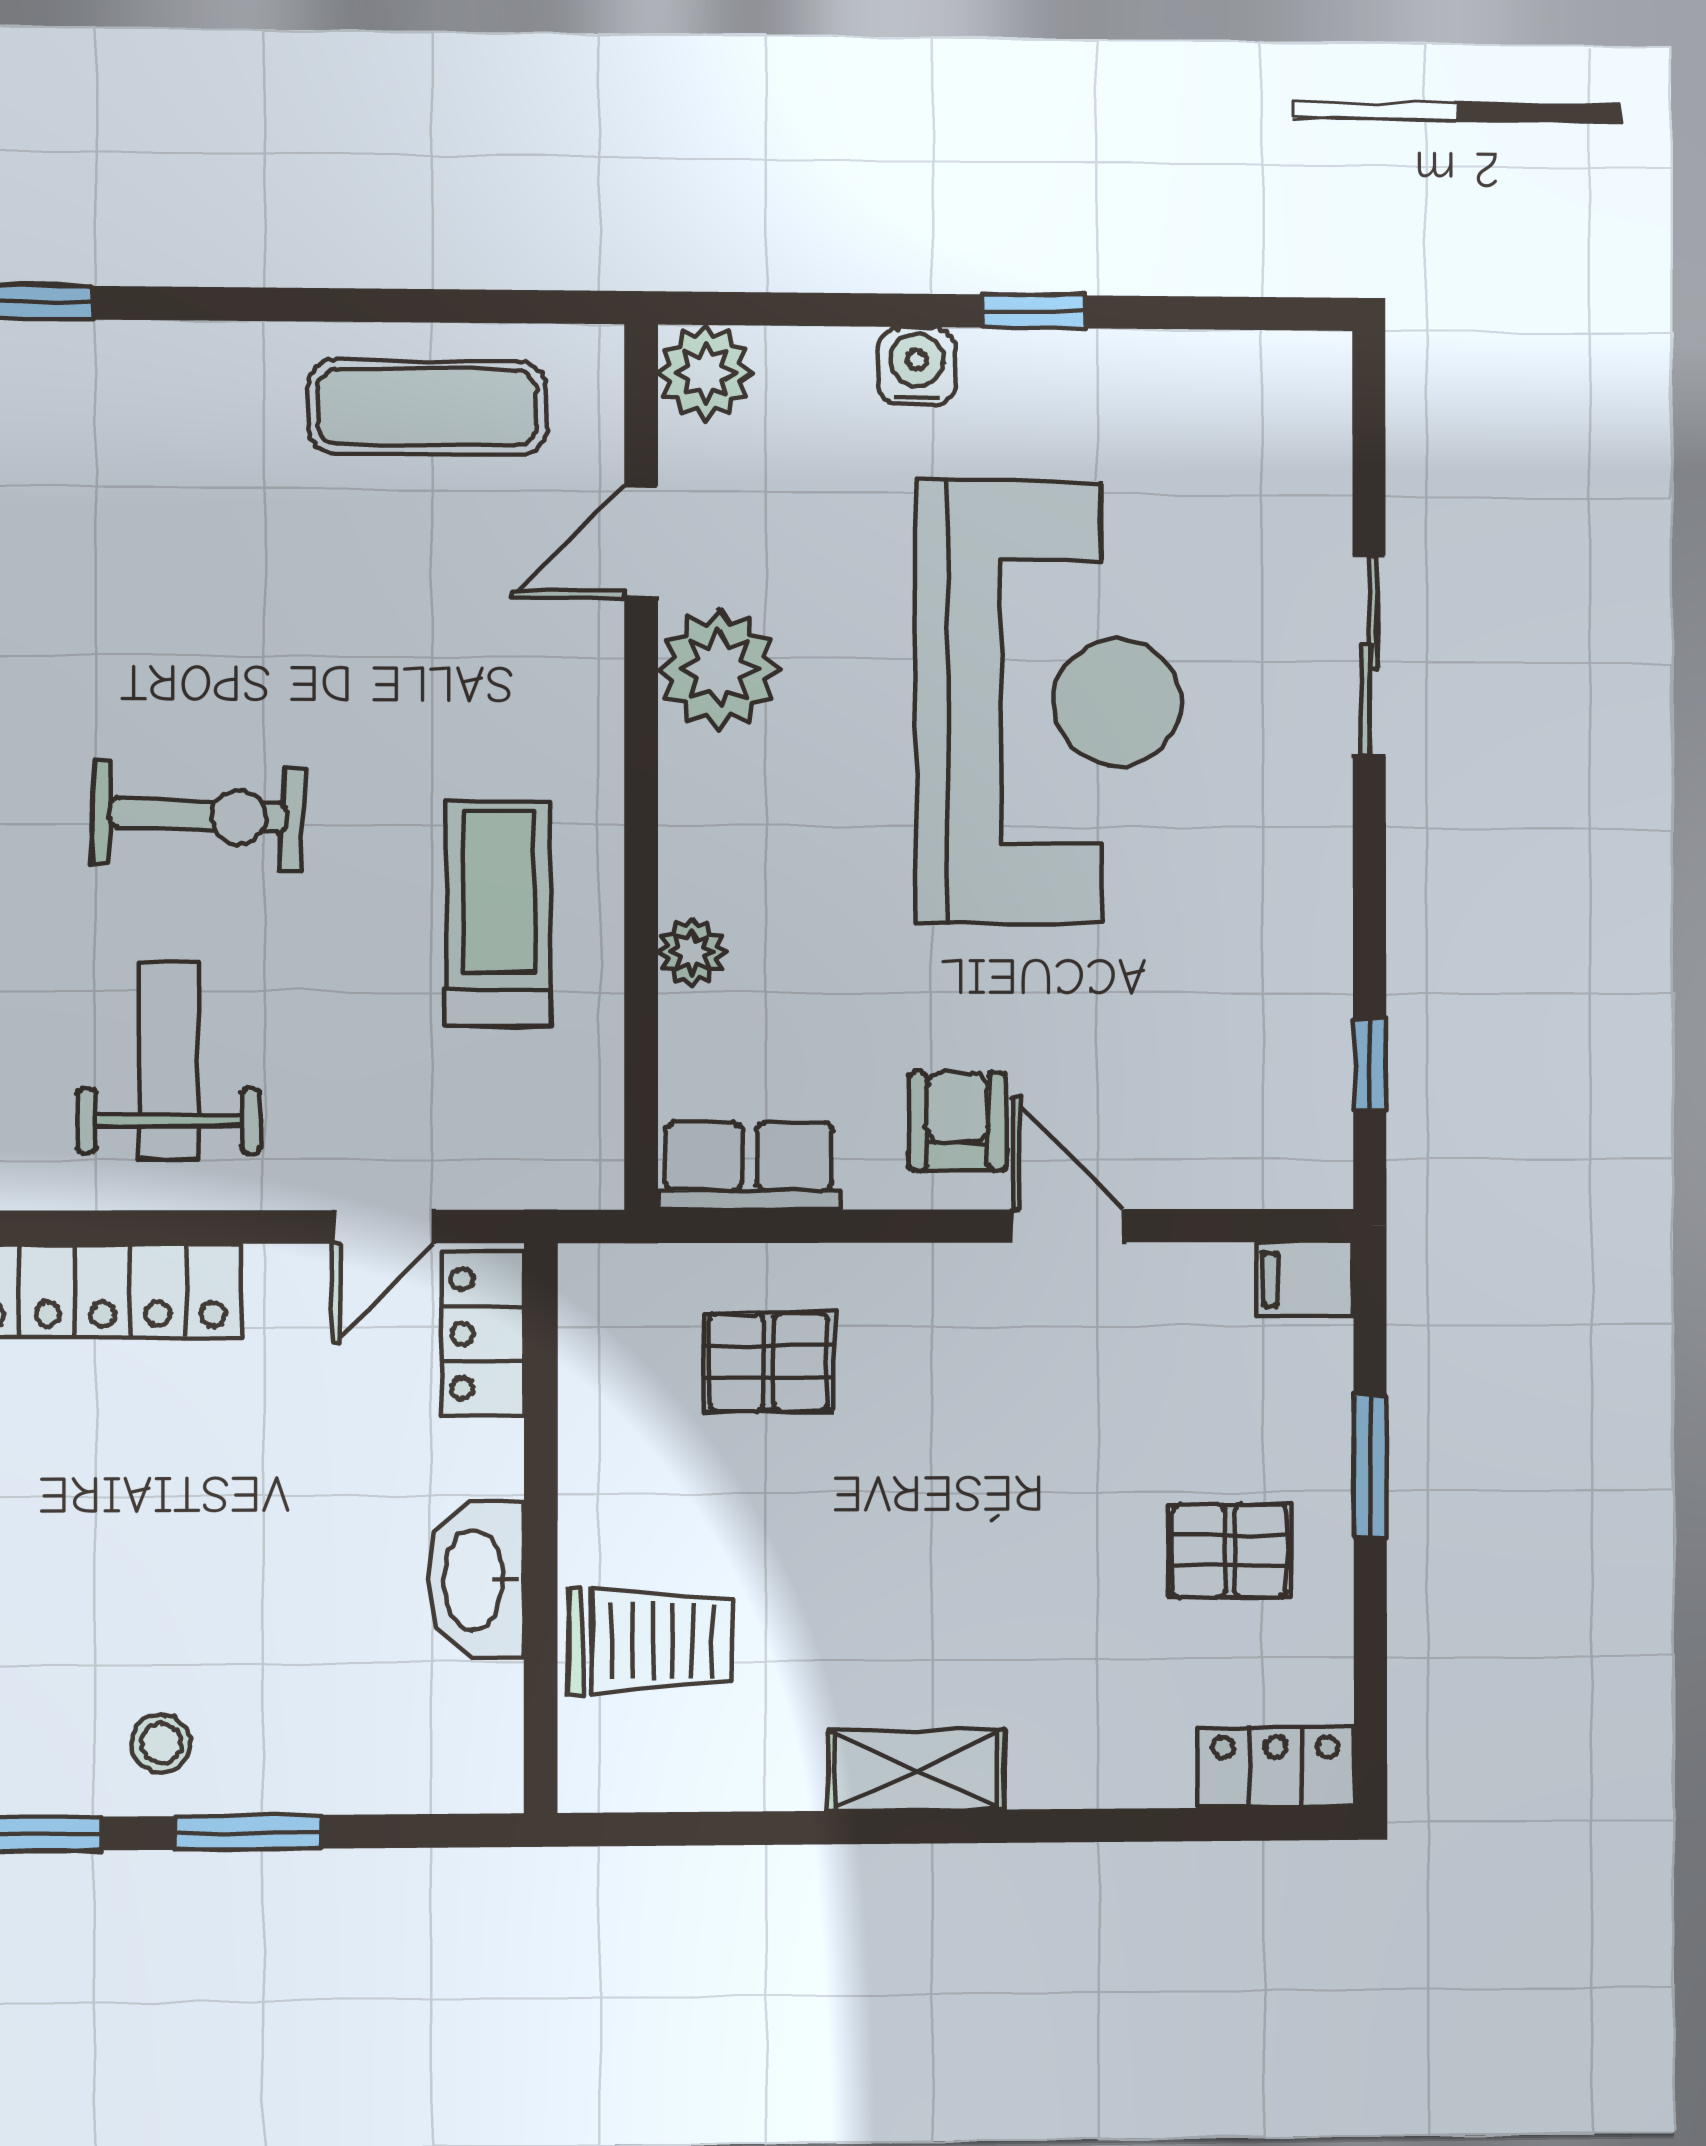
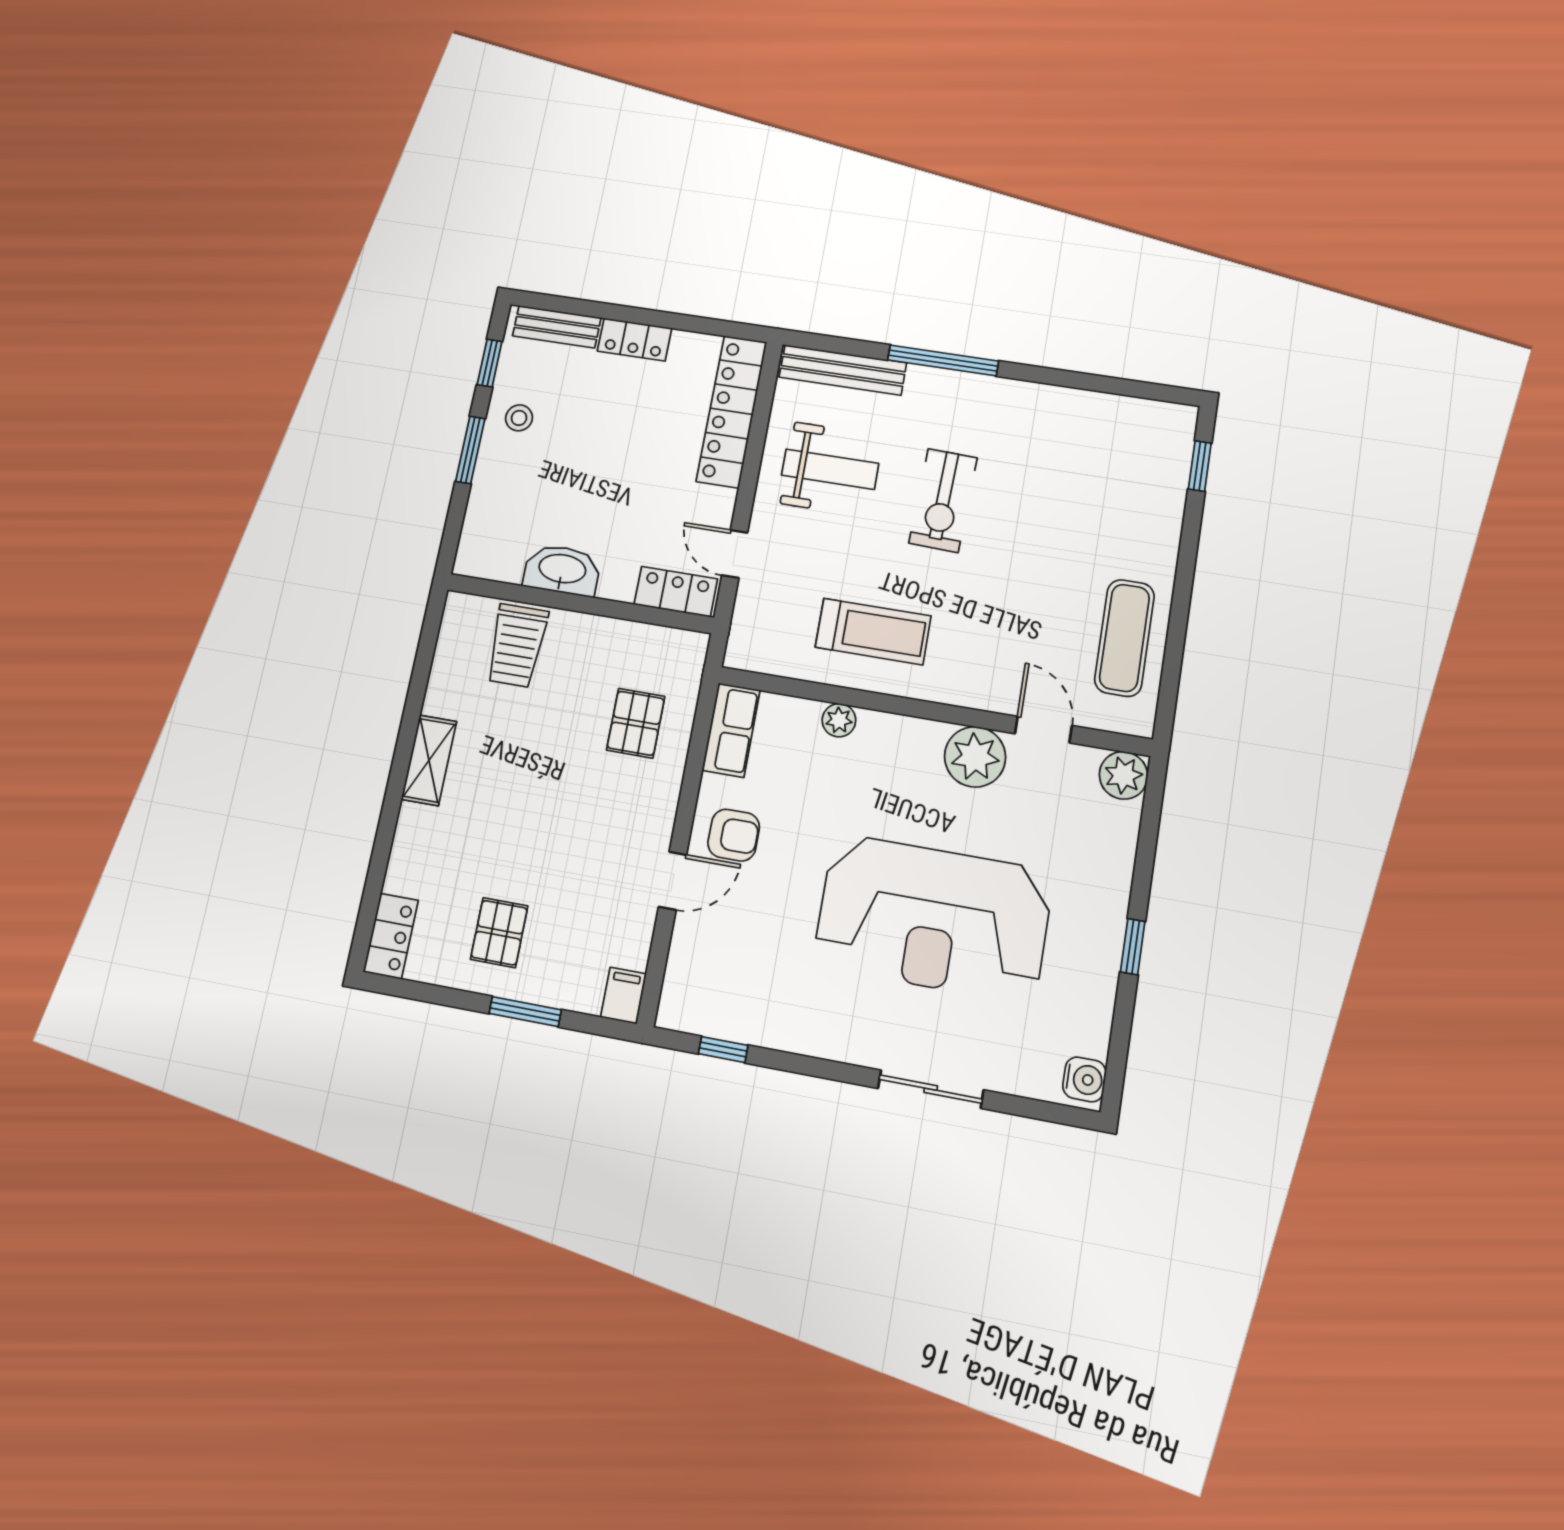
water cooler: (917, 366) -> (1084, 1079), moved

